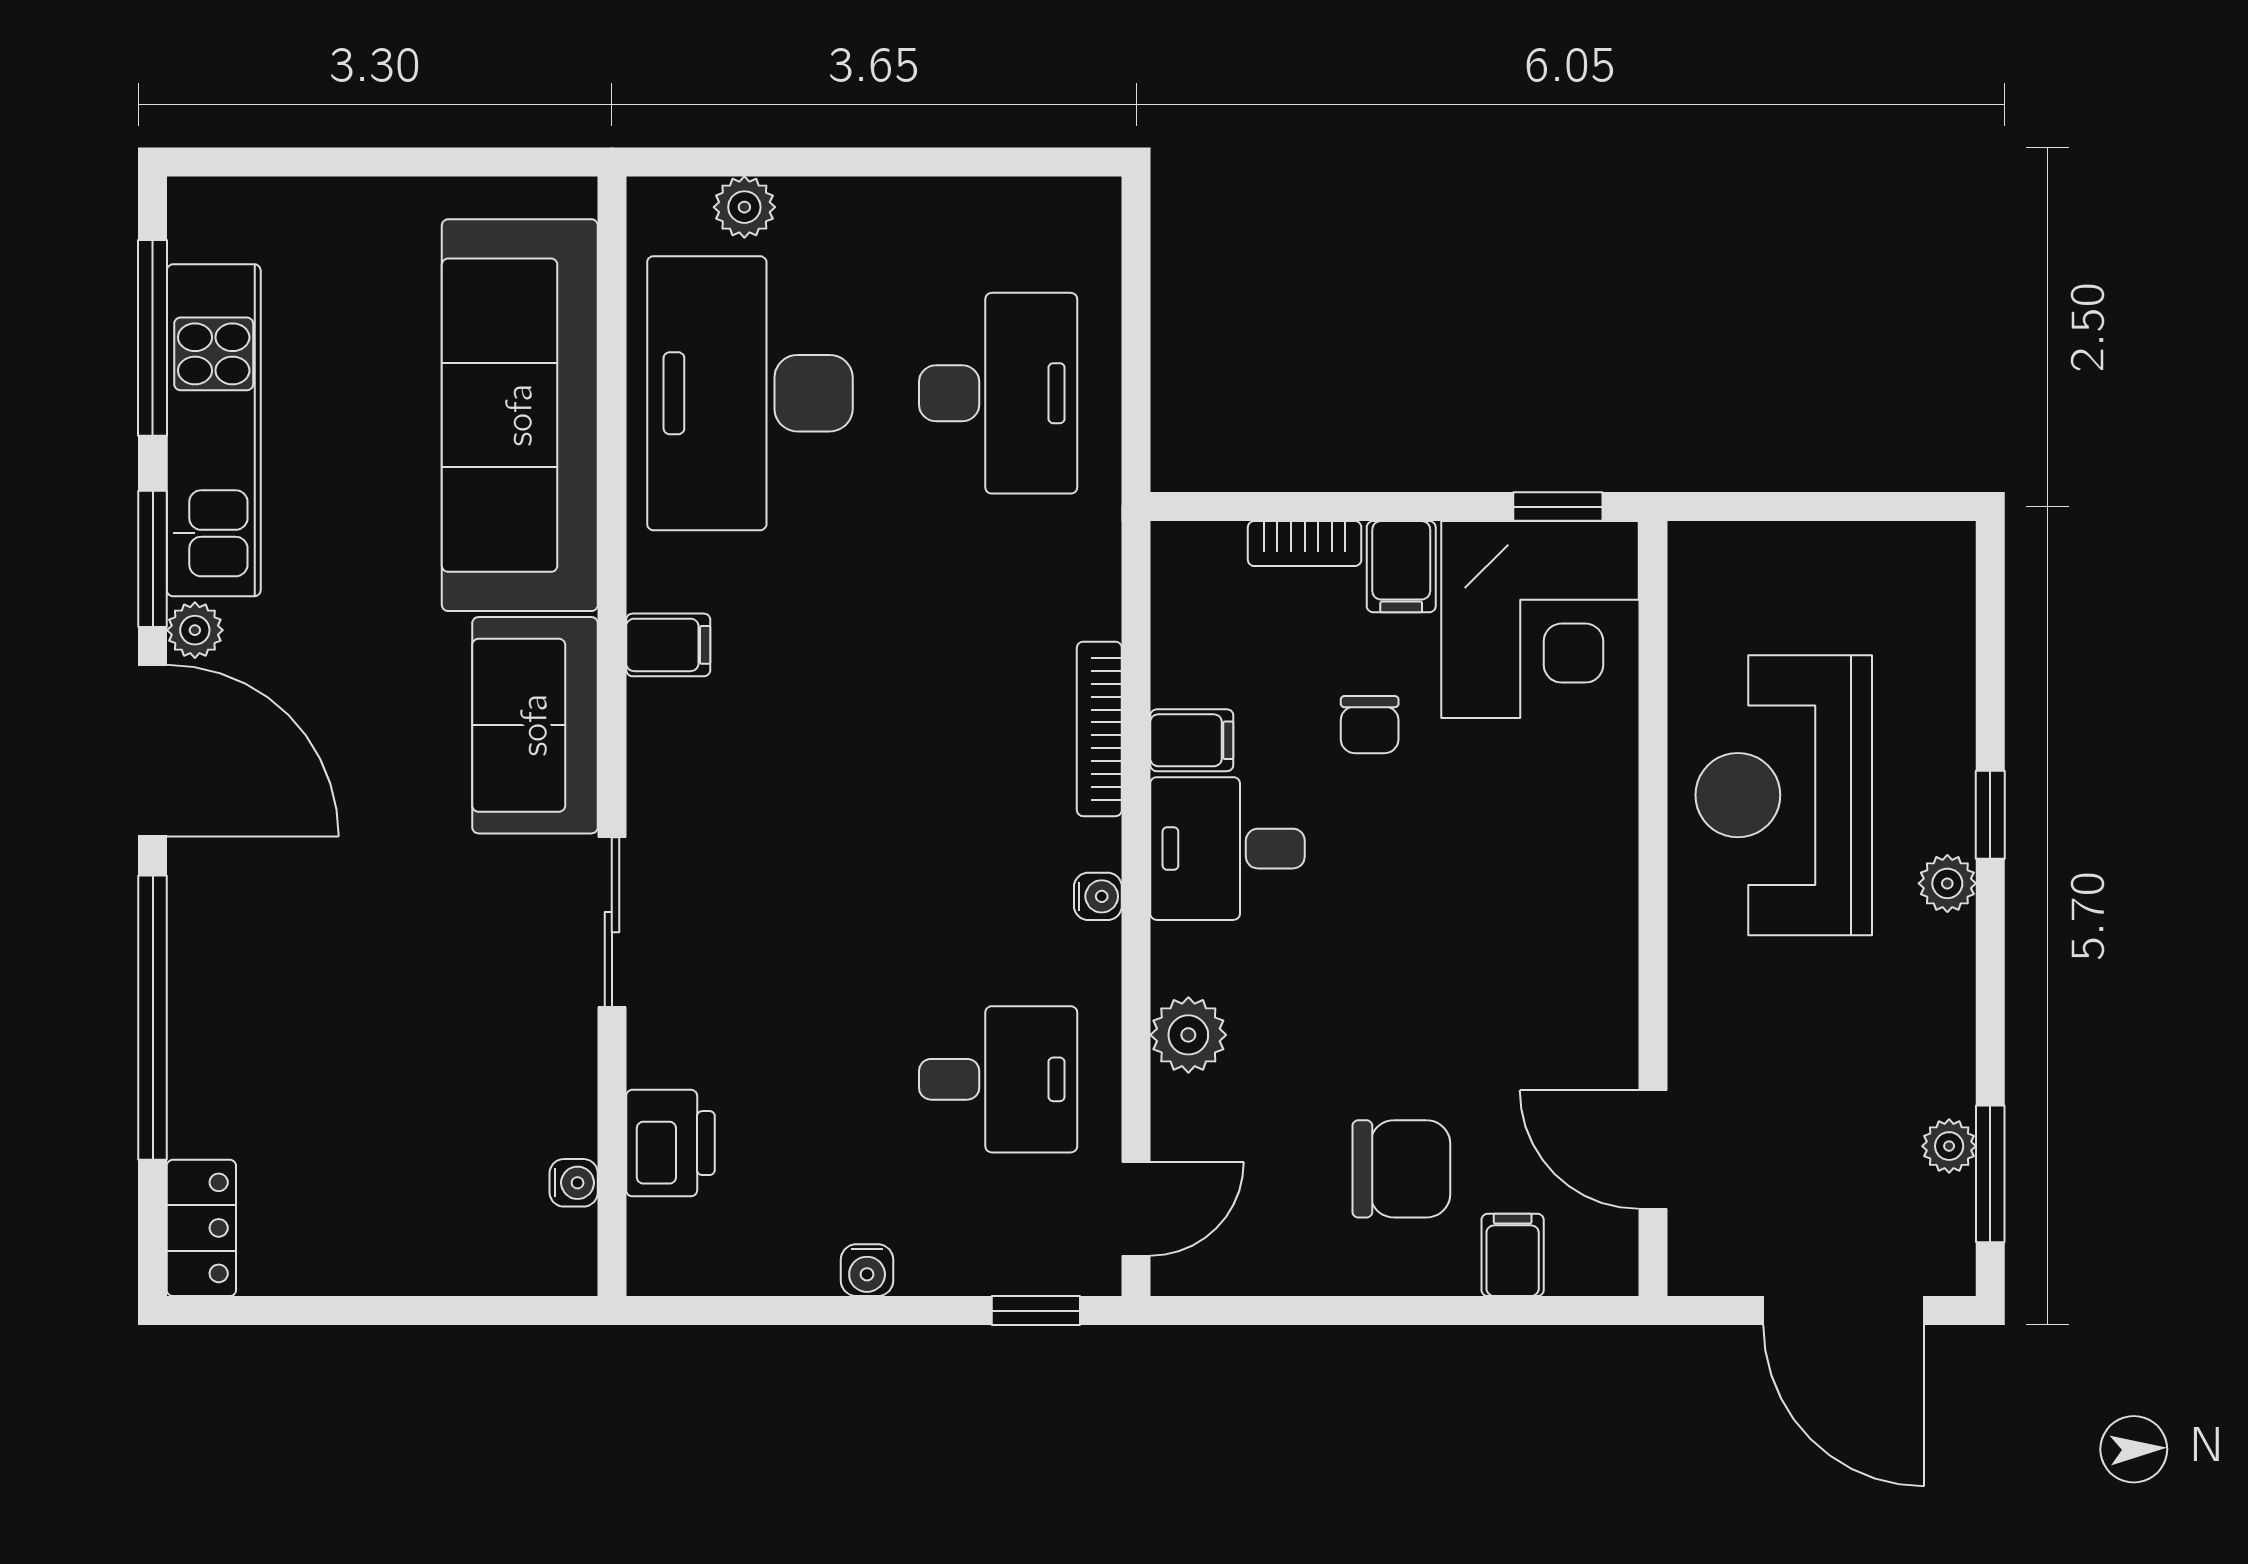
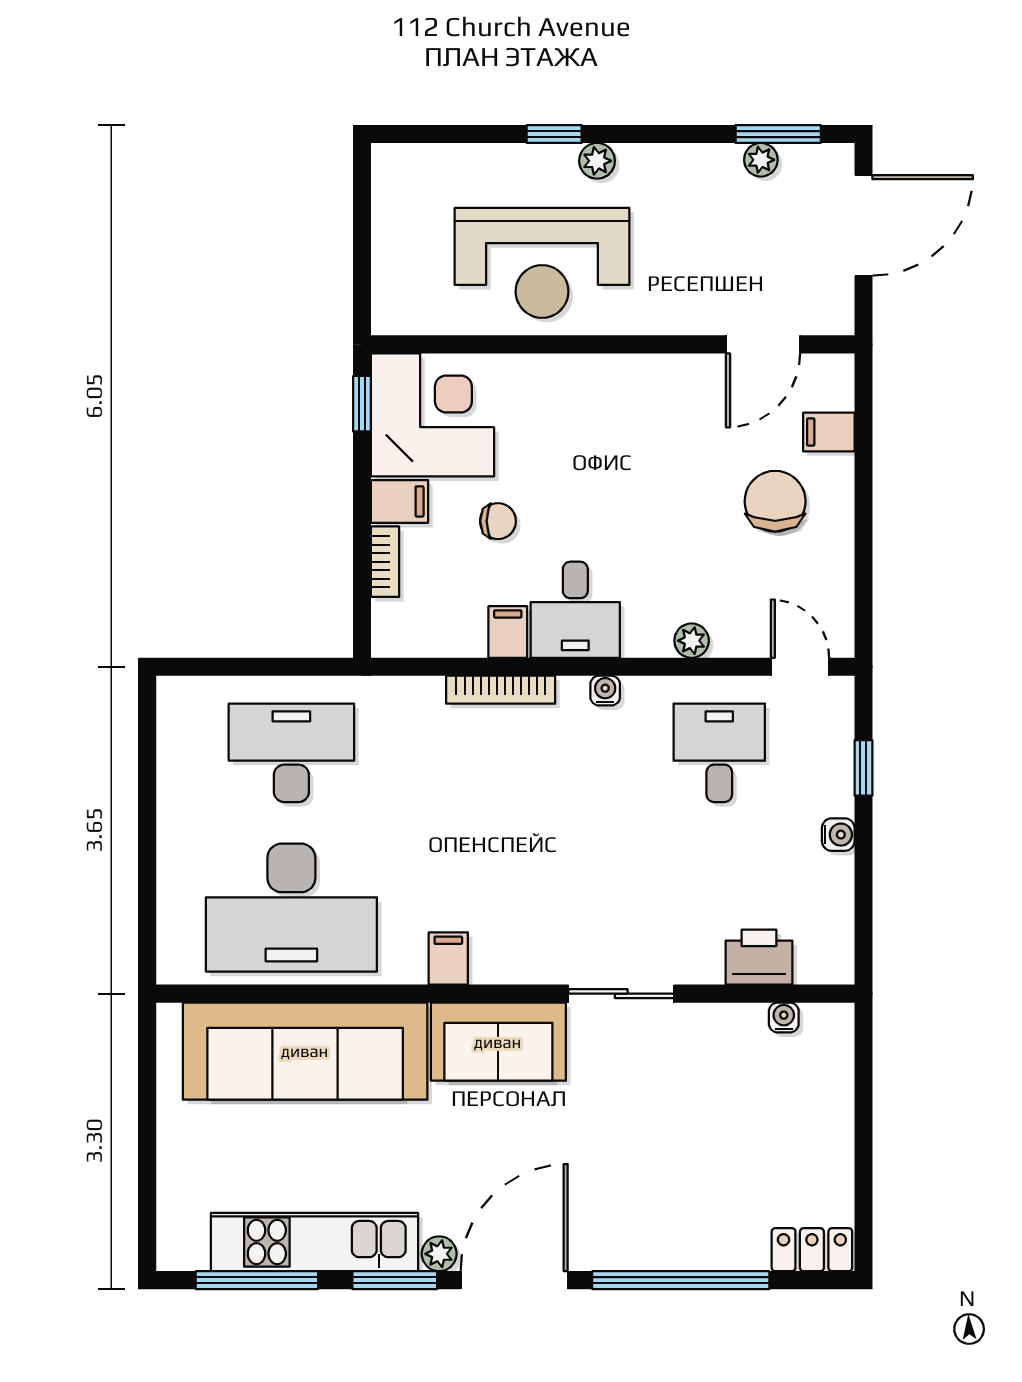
plant: (744, 207) -> (175, 911), removed
plant: (1188, 1035) -> (692, 641), width x0.73, depth x0.73
window: (1036, 1311) -> (863, 768), moved

